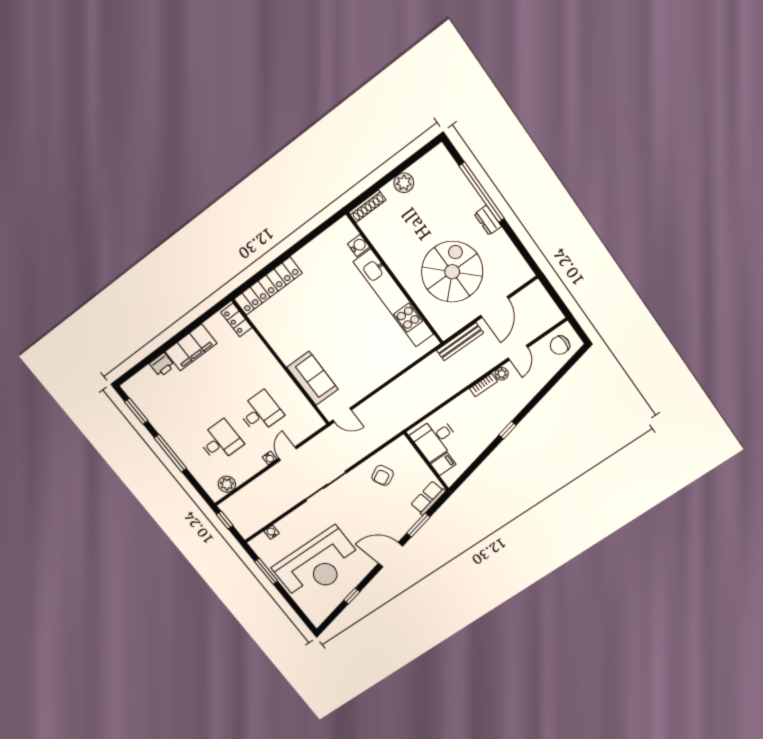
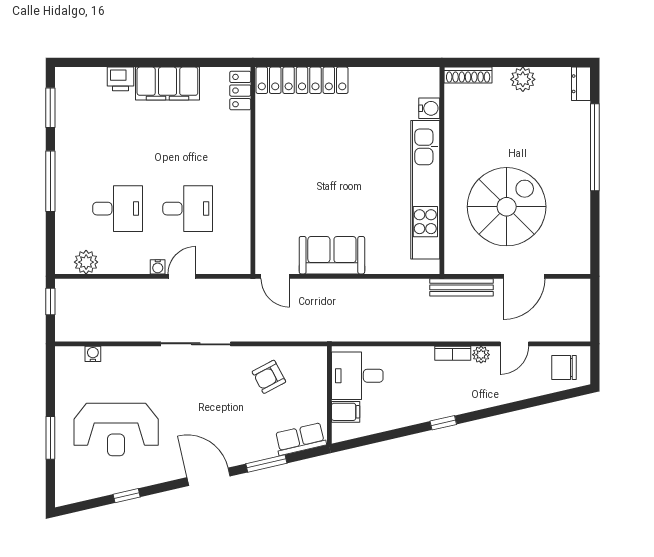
dresser: (488, 220) -> (581, 84), moved
sofa: (312, 378) -> (332, 255), moved, turned -90
reception desk: (318, 565) -> (116, 430), width x0.74, depth x0.77
window: (266, 571) -> (50, 438), moved

